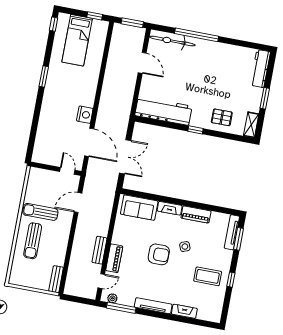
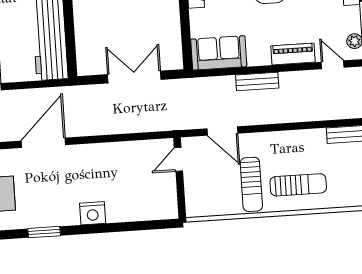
nightstand: (85, 115) -> (93, 213), moved, turned 180
door: (89, 142) -> (43, 143), moved
sofa: (139, 208) -> (219, 53), moved, turned -90
bench: (99, 250) -> (257, 82), moved

